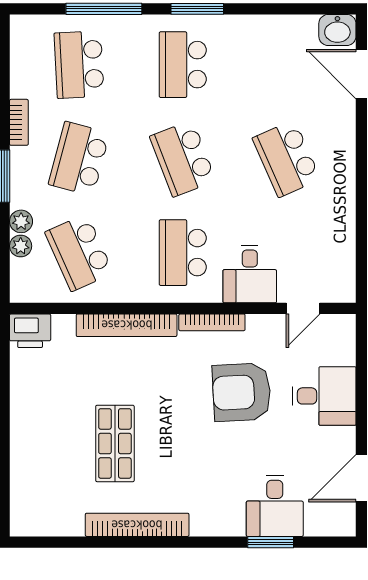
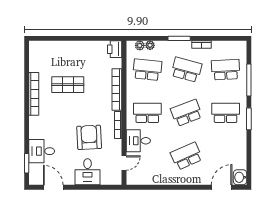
plant: (21, 221) -> (140, 45), moved
school desk: (79, 253) -> (147, 70), turned 30
door: (303, 308) -> (124, 163), swing flipped
window: (271, 542) -> (27, 163), moved

